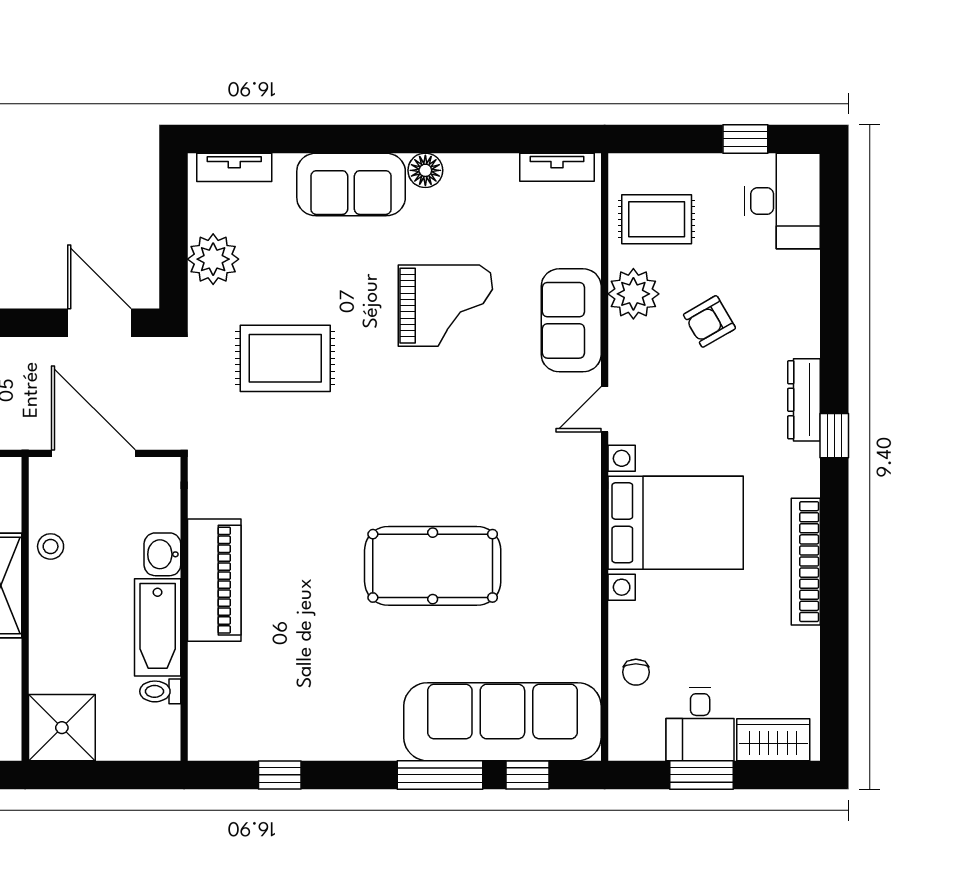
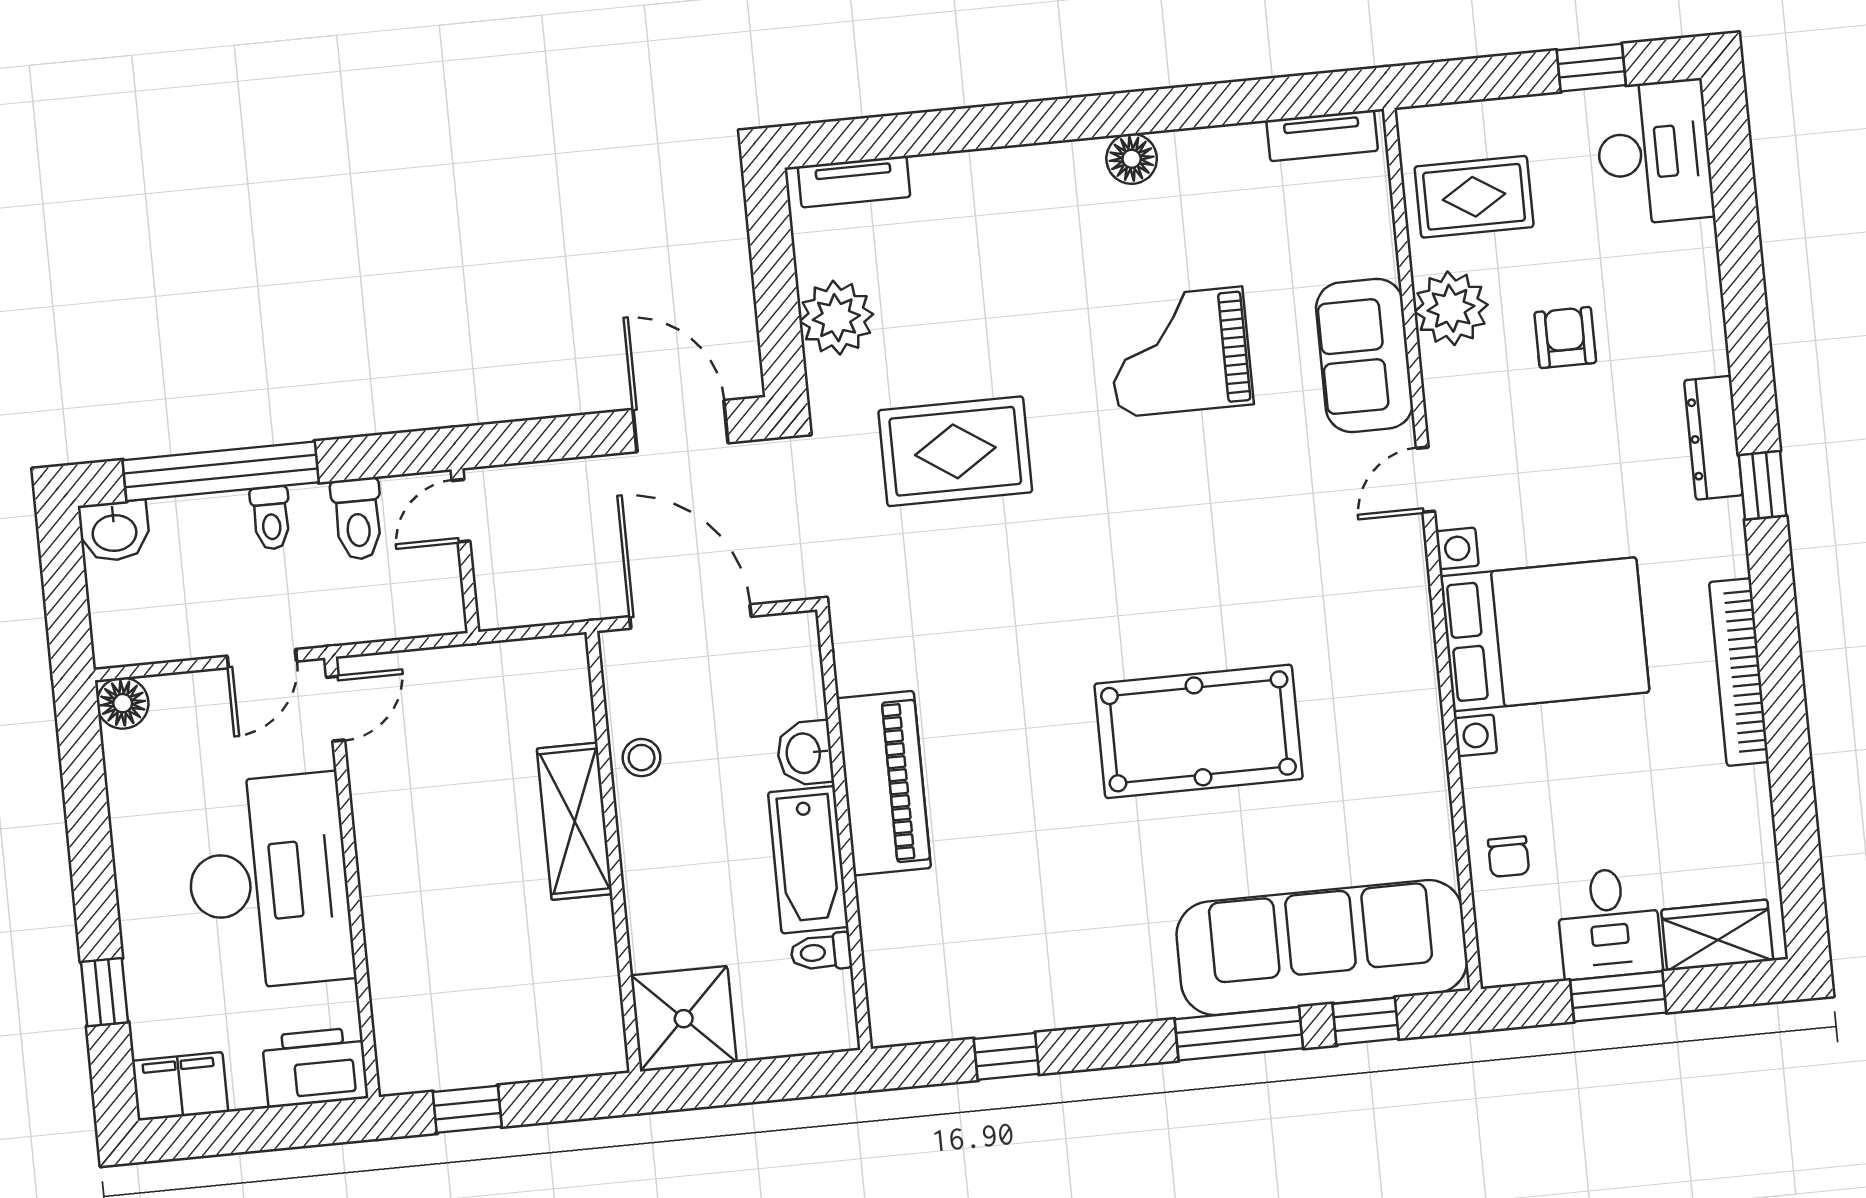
sofa: (351, 184) -> (1026, 190), removed
grand piano: (445, 306) -> (1180, 352), turned 180
armchair: (709, 321) -> (1565, 338), turned 120

